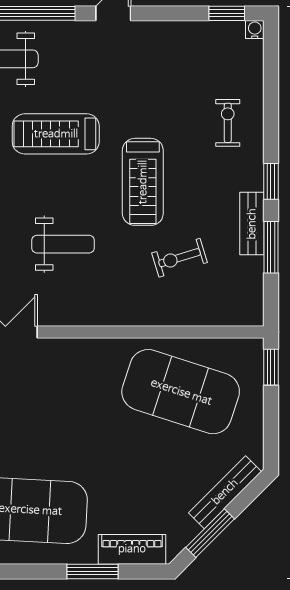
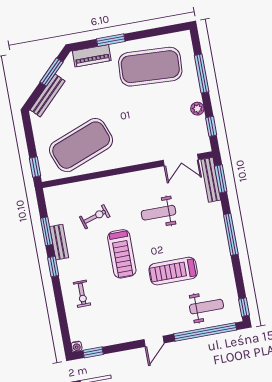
treadmill: (56, 134) -> (173, 271), turned 180
treadmill: (143, 182) -> (122, 254), turned 180
exercise mat: (181, 392) -> (81, 145), turned -39

